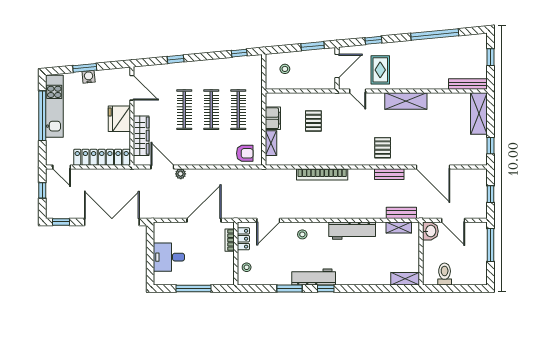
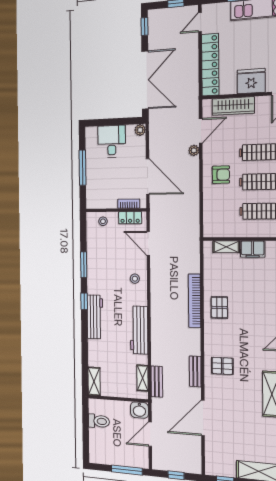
pallet: (313, 121) -> (219, 307), moved, turned 90
armchair: (245, 153) -> (221, 175), moved, turned -90
plant: (159, 227) -> (140, 130), added
workbench: (314, 277) -> (95, 317), moved

